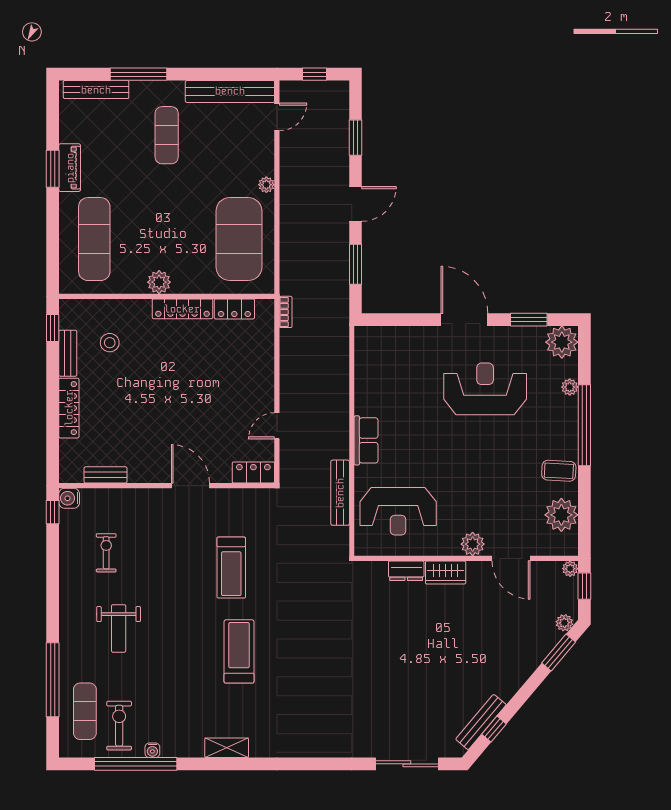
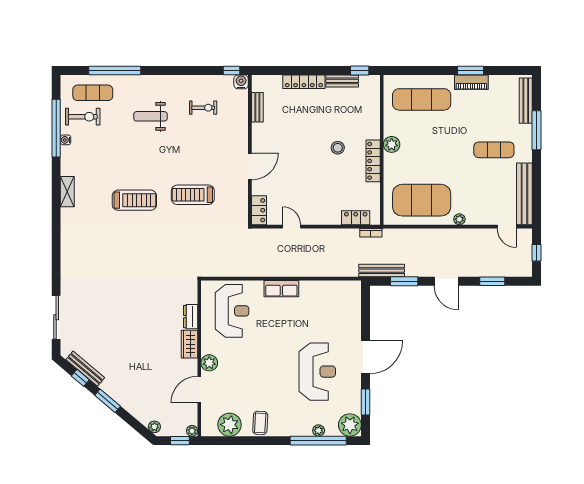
locker: (234, 309) -> (356, 218), moved, turned 90
stool: (110, 343) -> (338, 148), moved
window: (584, 425) -> (318, 441), moved
bench: (340, 493) -> (382, 271), moved
reception desk: (398, 511) -> (232, 311), turned 180
window: (559, 652) -> (108, 401), moved

